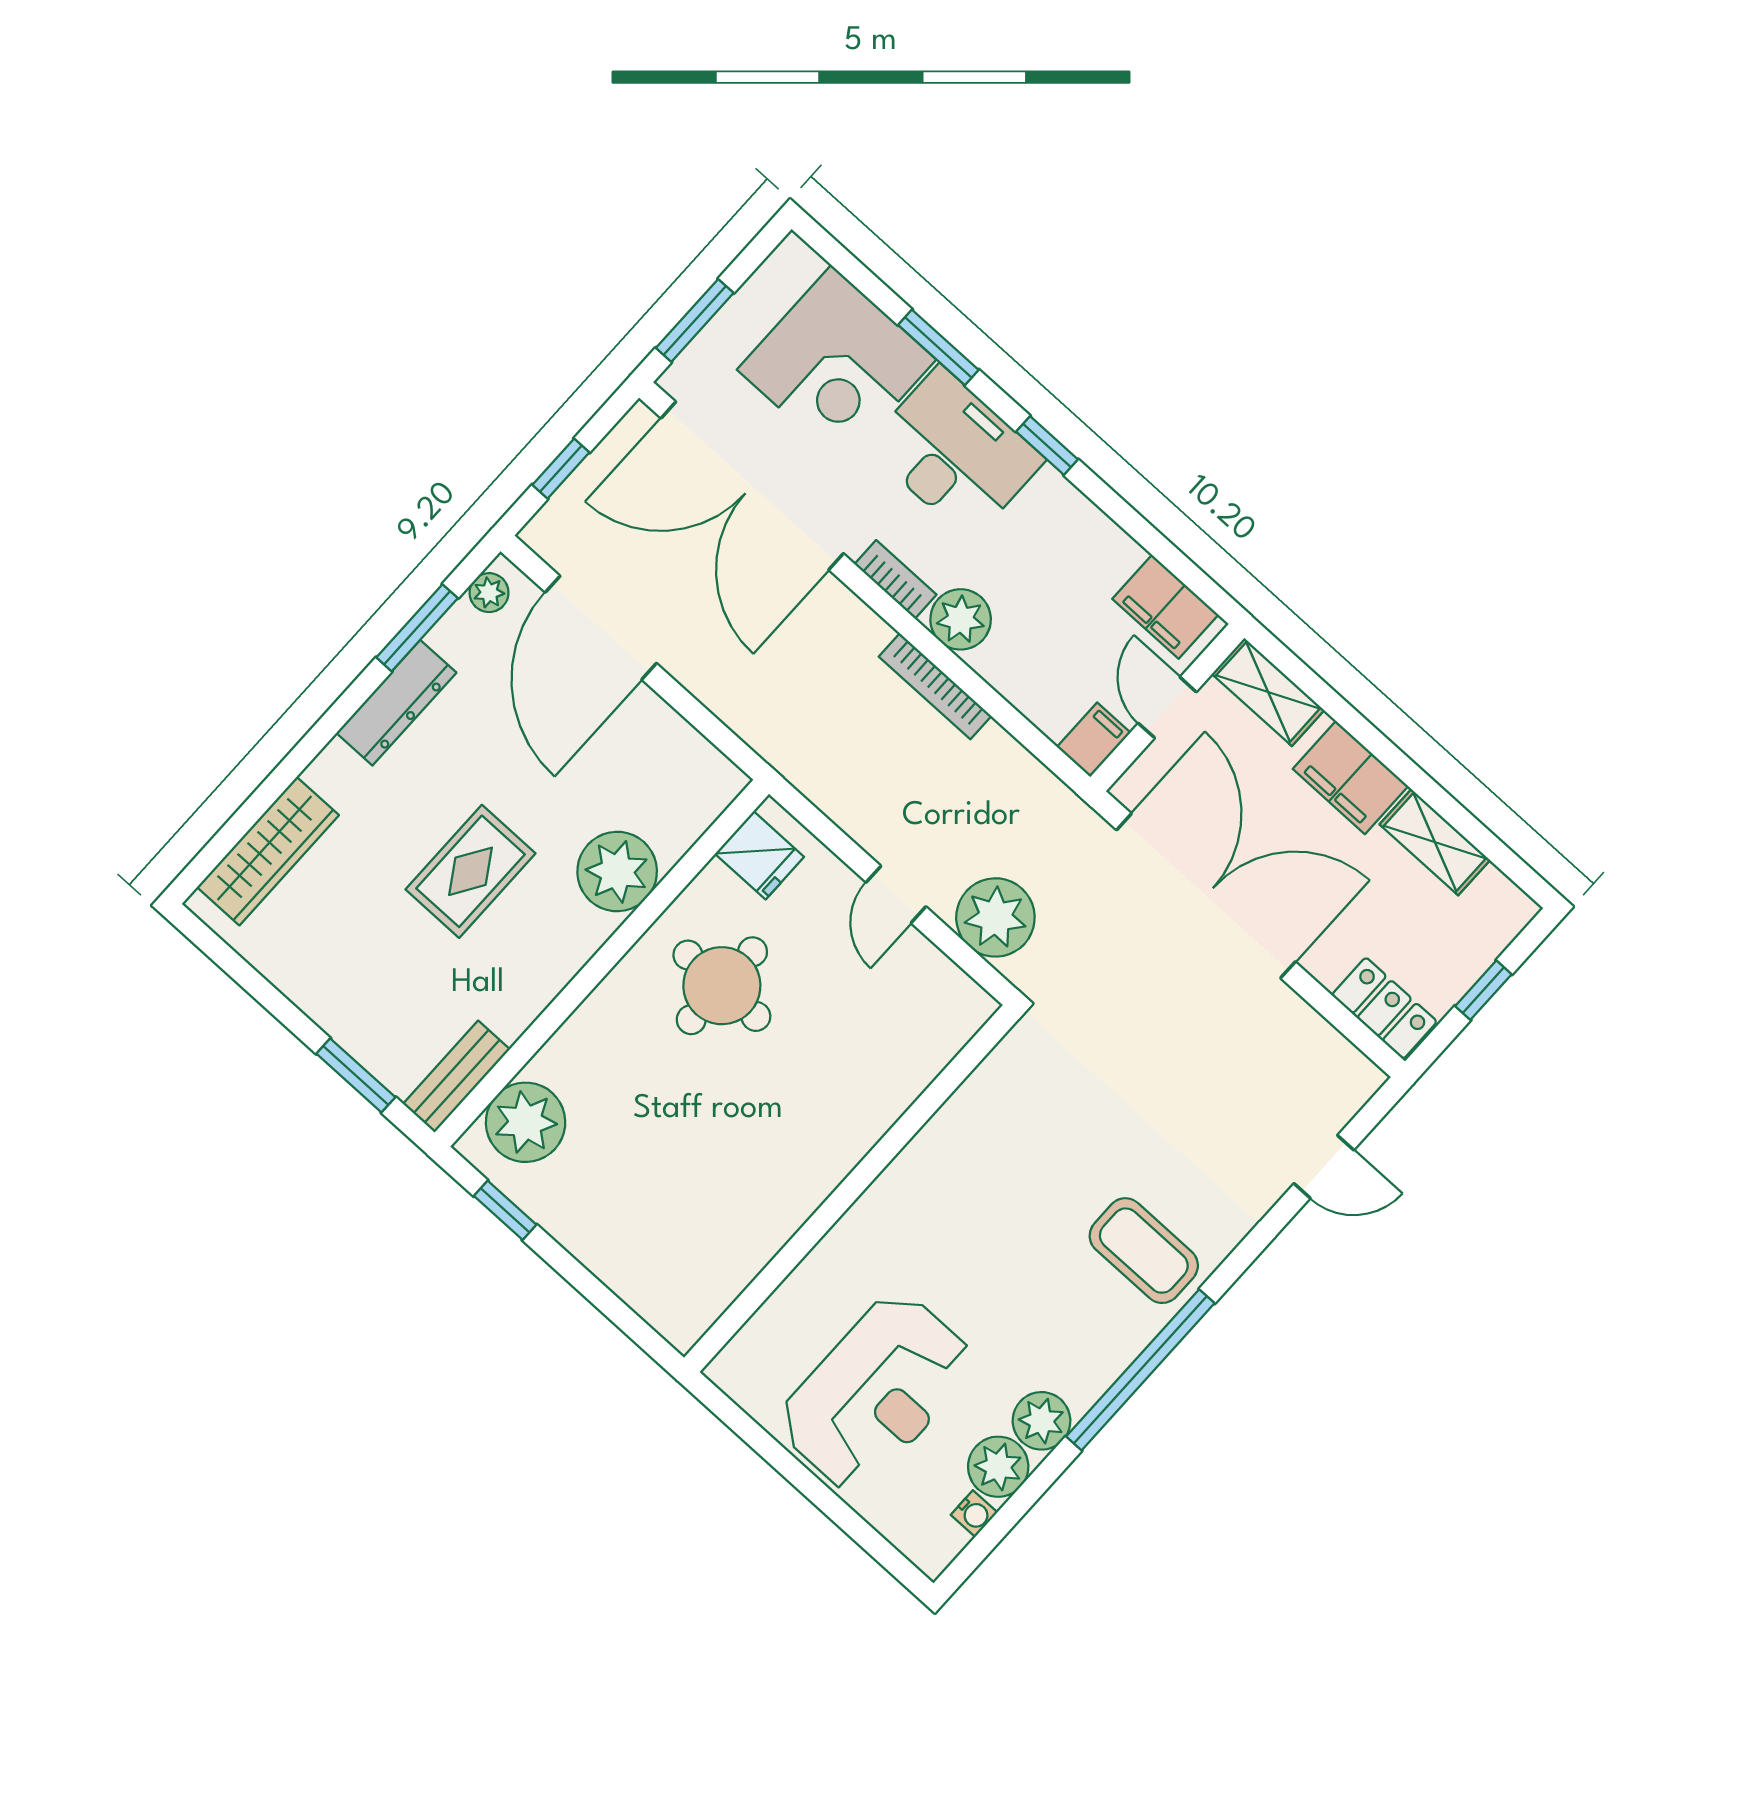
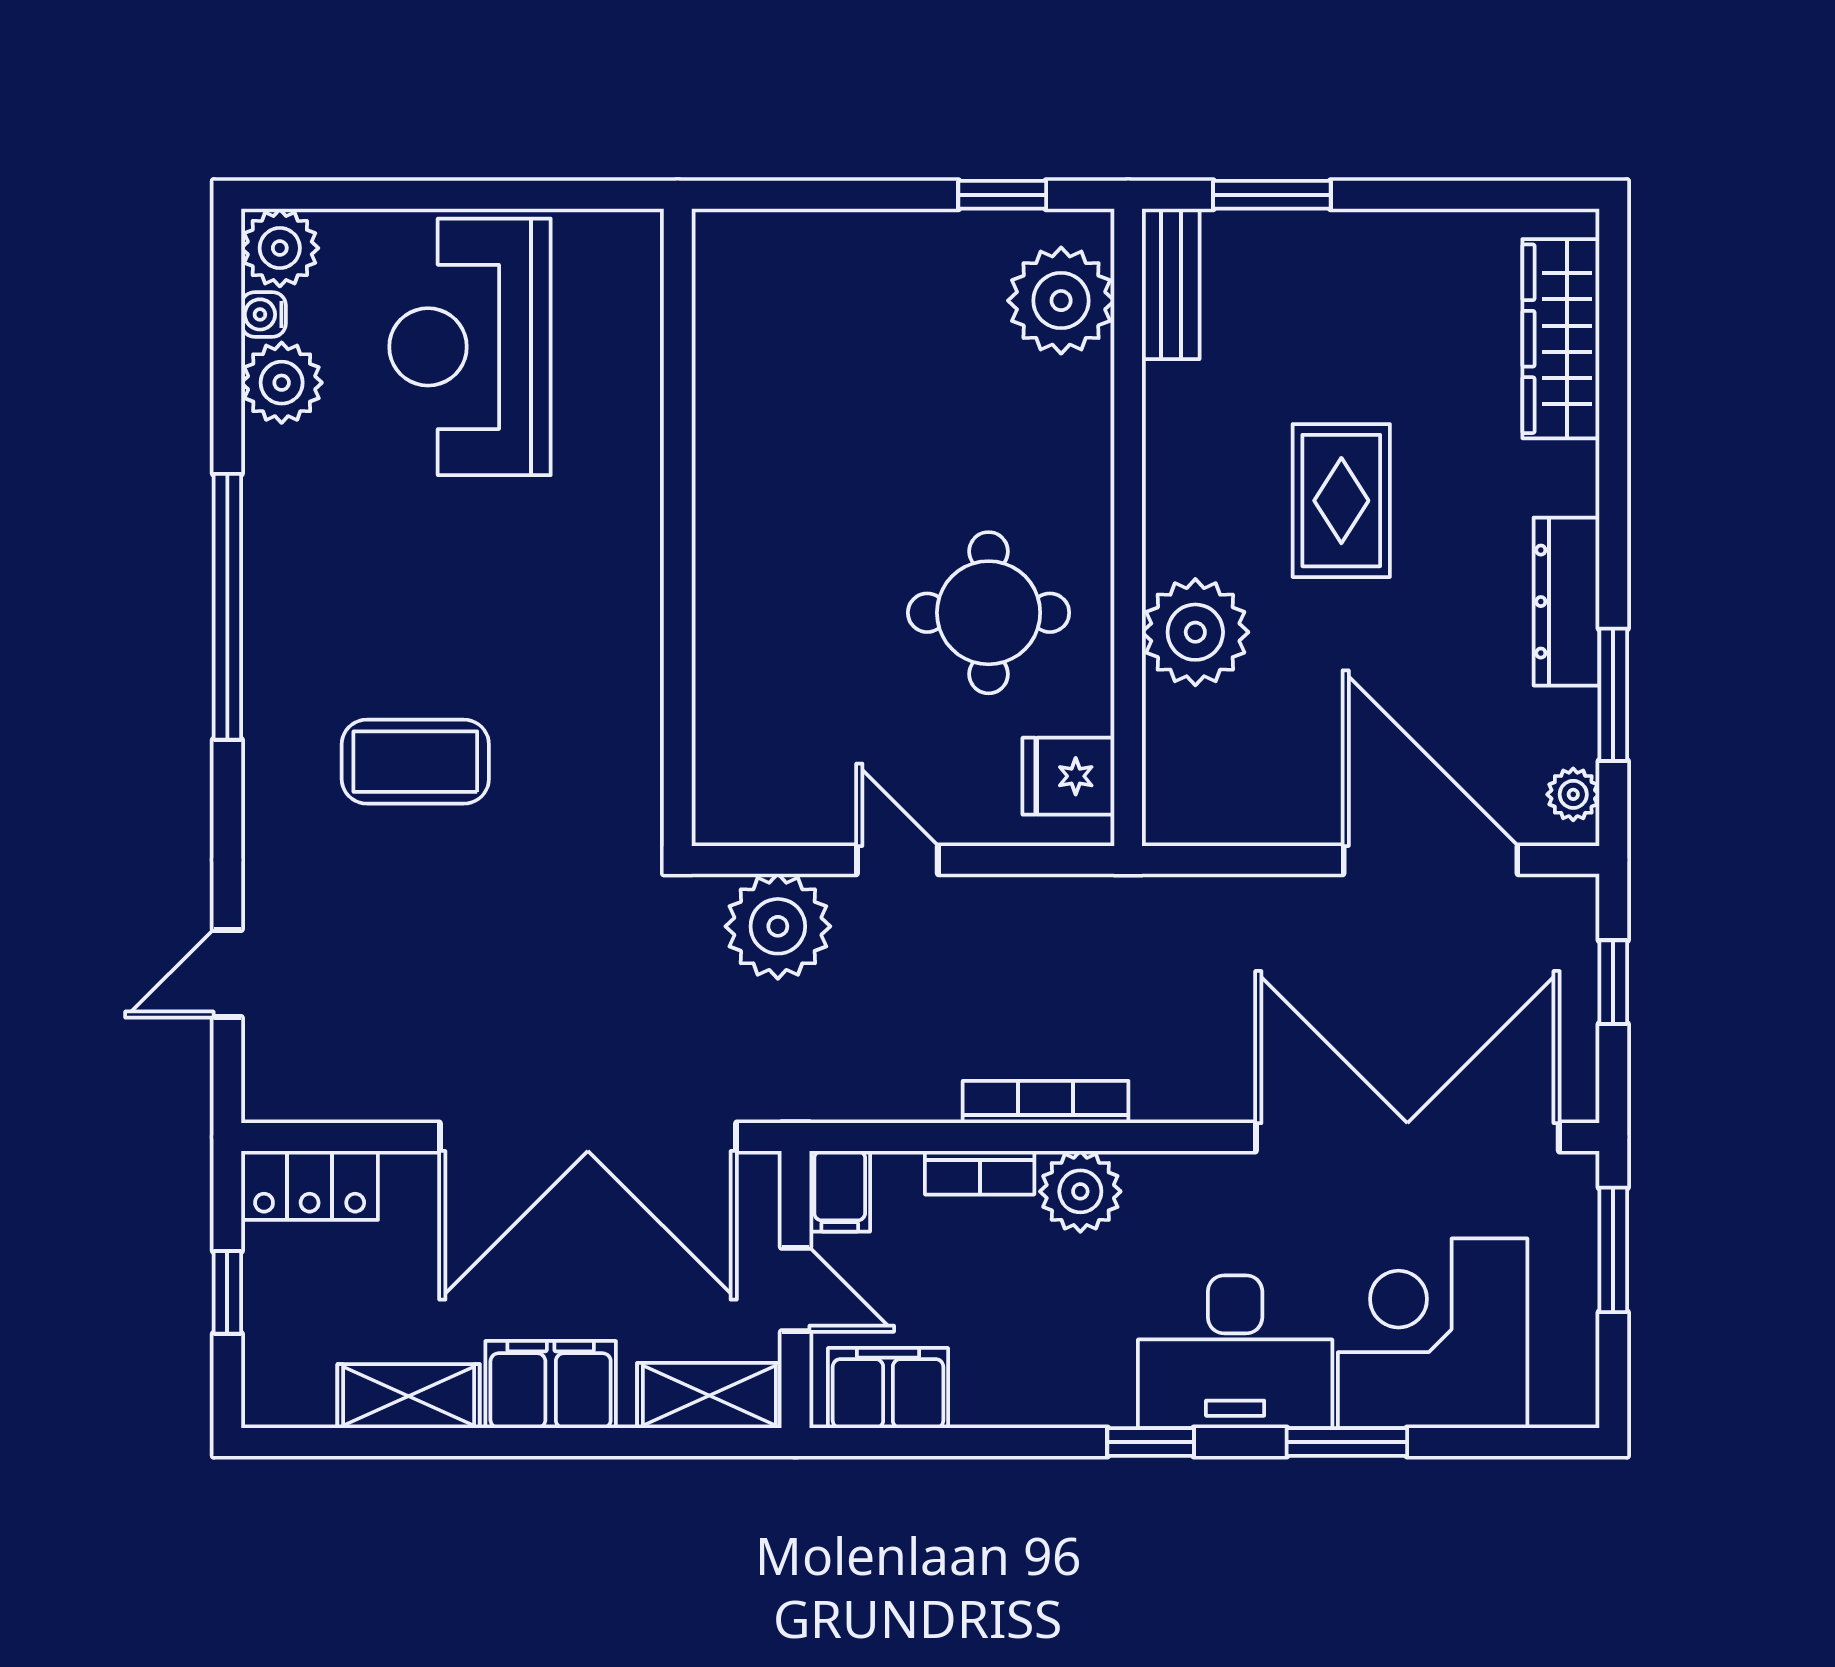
bookcase: (895, 579) -> (980, 1173), moved
coffee table: (1144, 1251) -> (415, 762), moved
plant: (1041, 1421) -> (280, 248), moved

